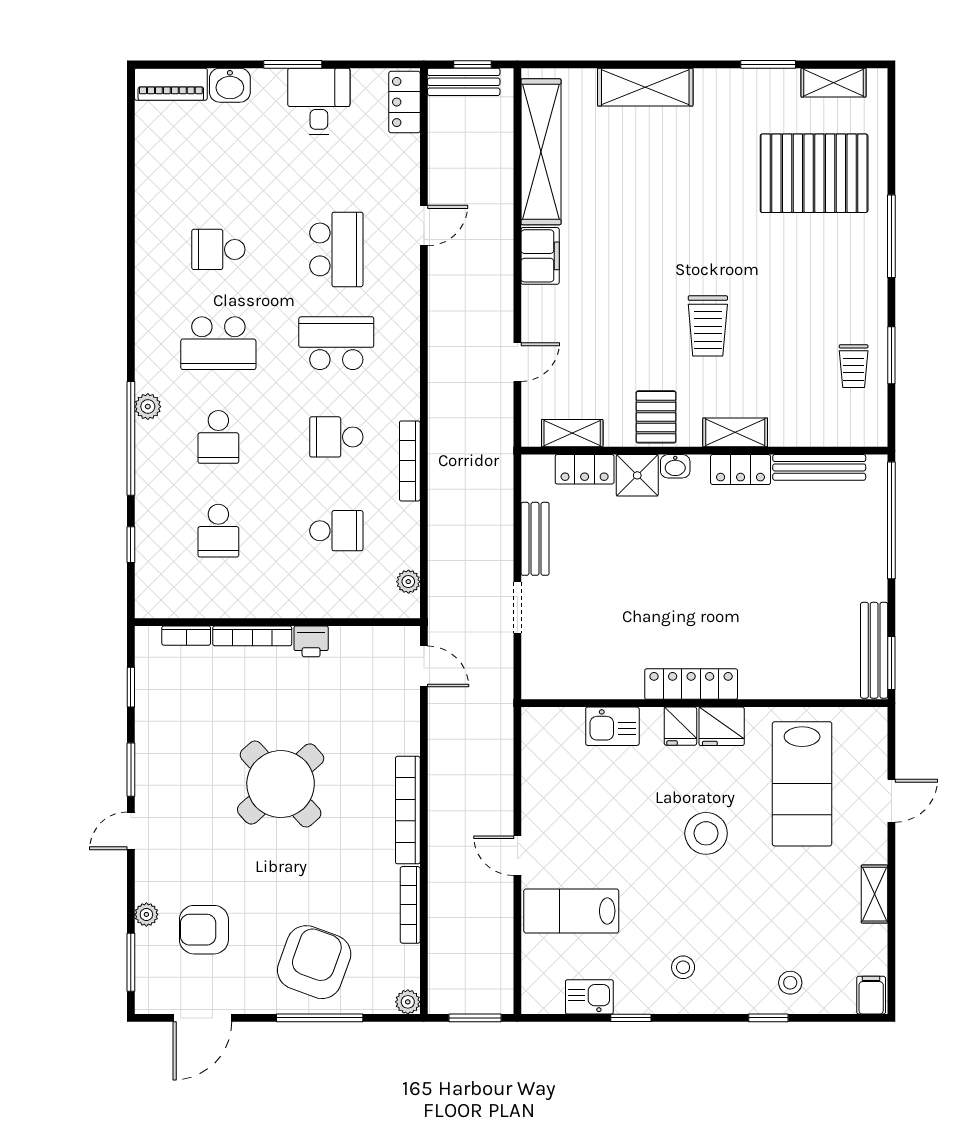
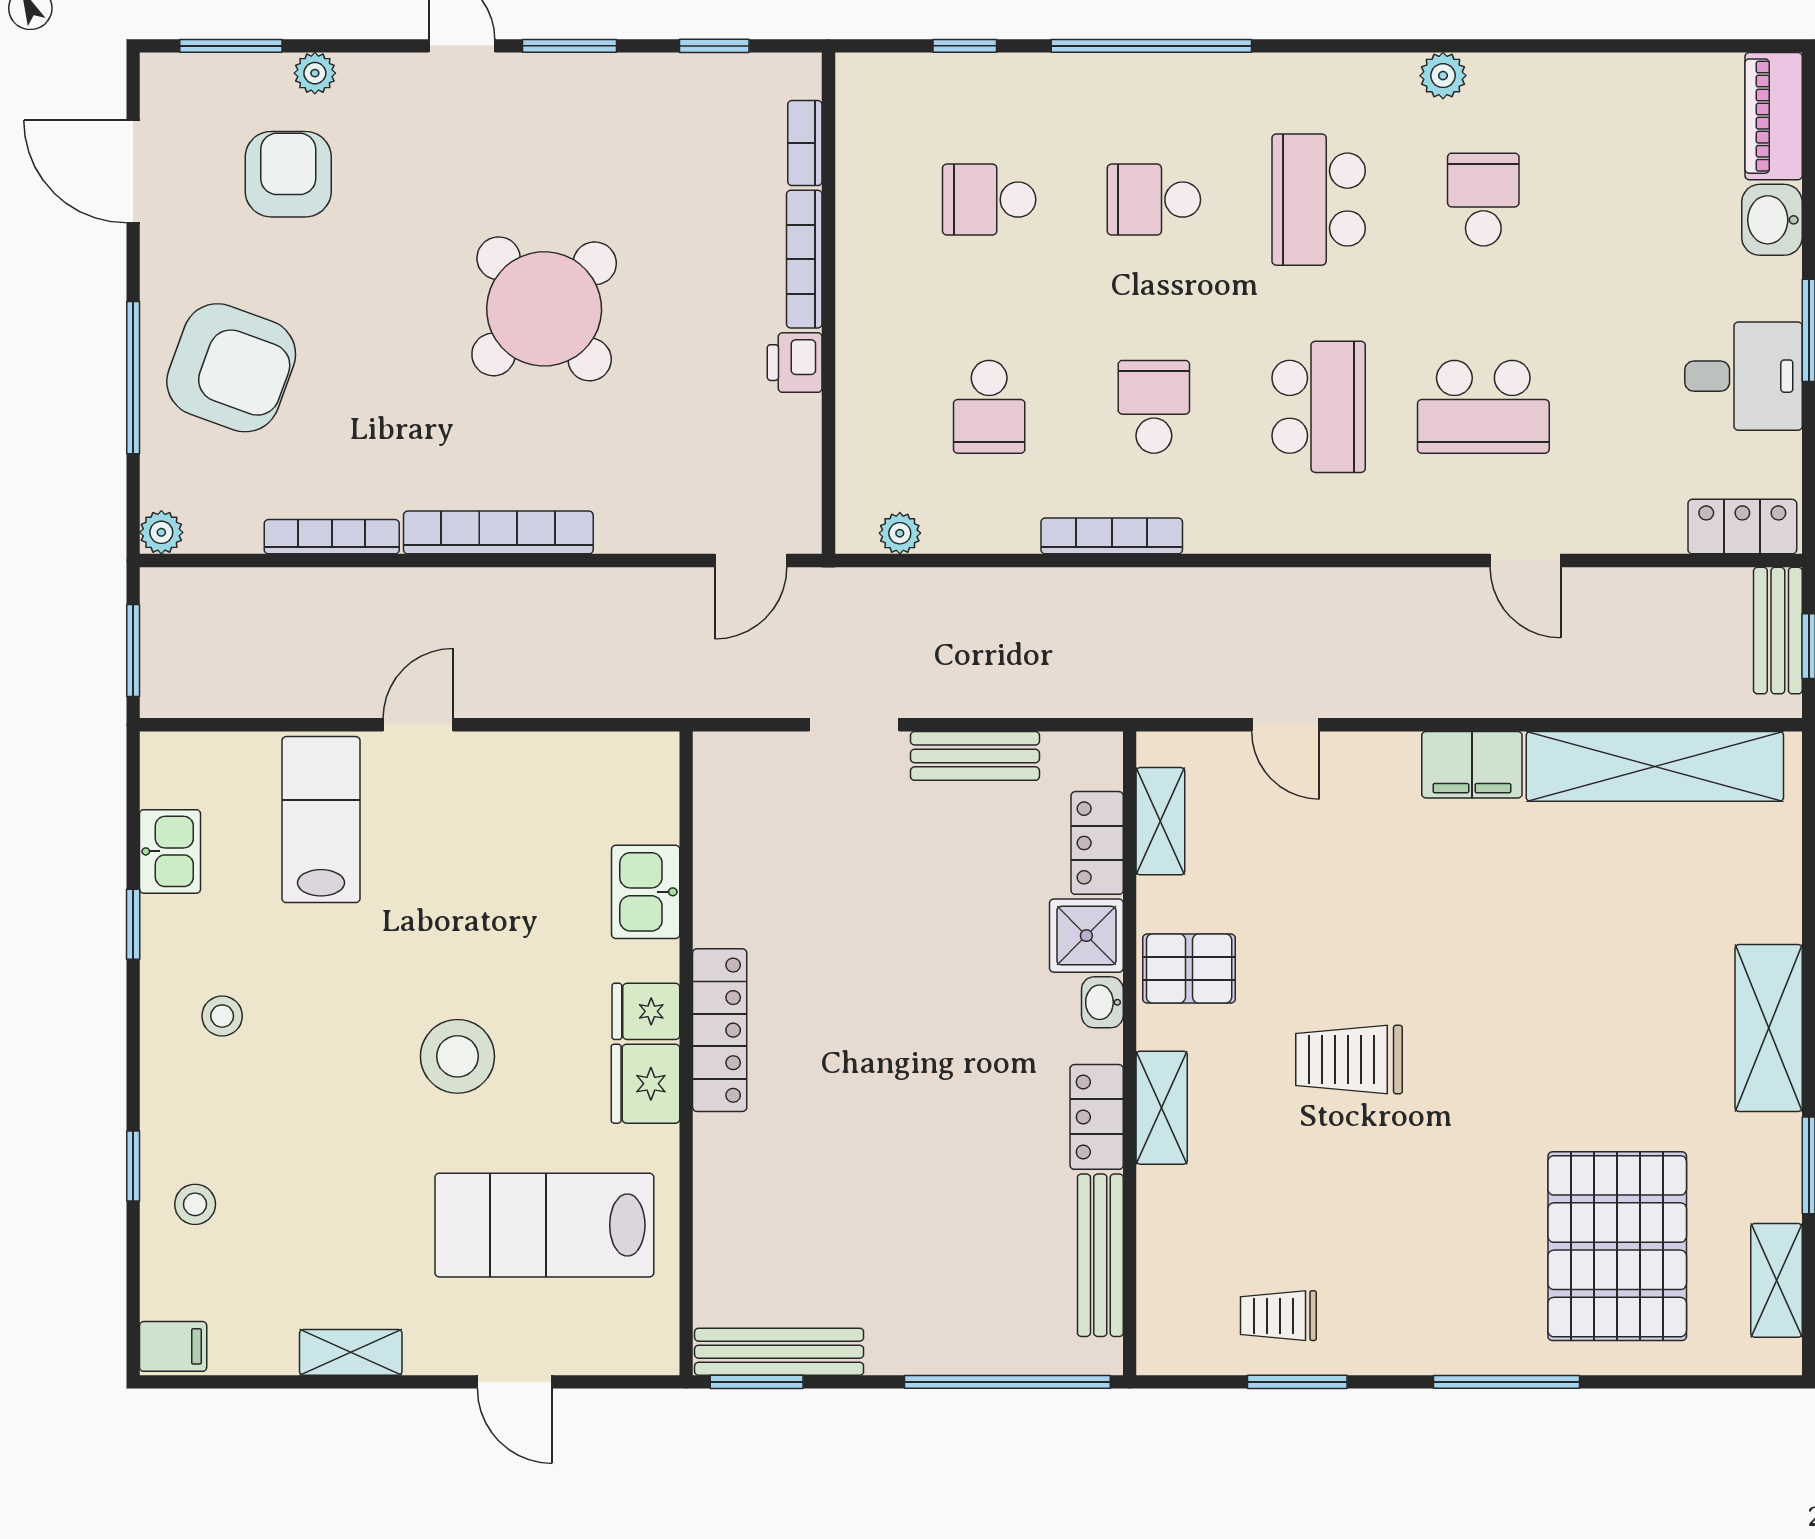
shelving: (645, 87) -> (1769, 1028), moved
plant: (148, 407) -> (1443, 76), moved

